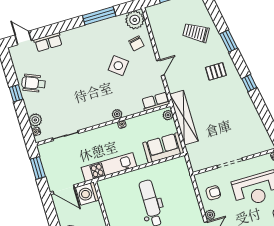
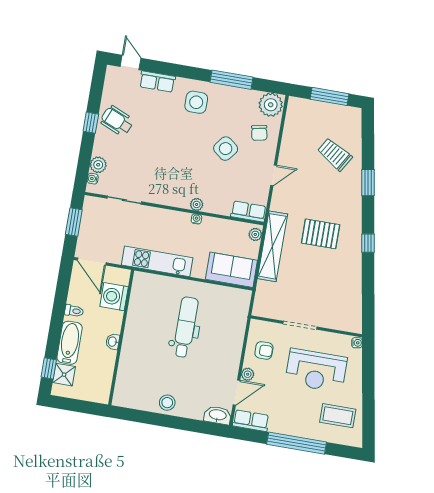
side table: (82, 43) -> (196, 102), added
pallet: (216, 71) -> (321, 234), moved, width x1.50, depth x1.42
washing machine: (87, 194) -> (114, 297), moved

